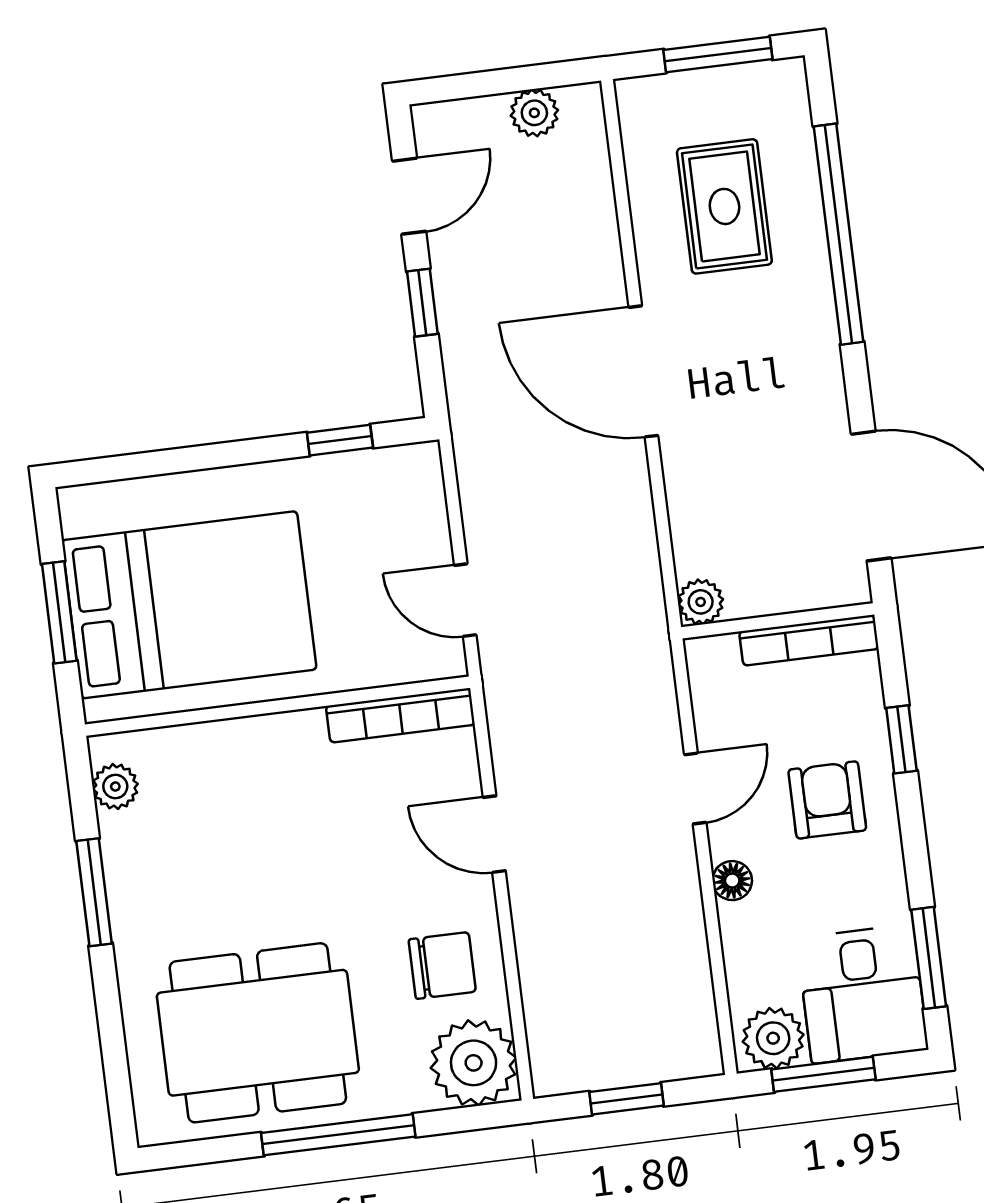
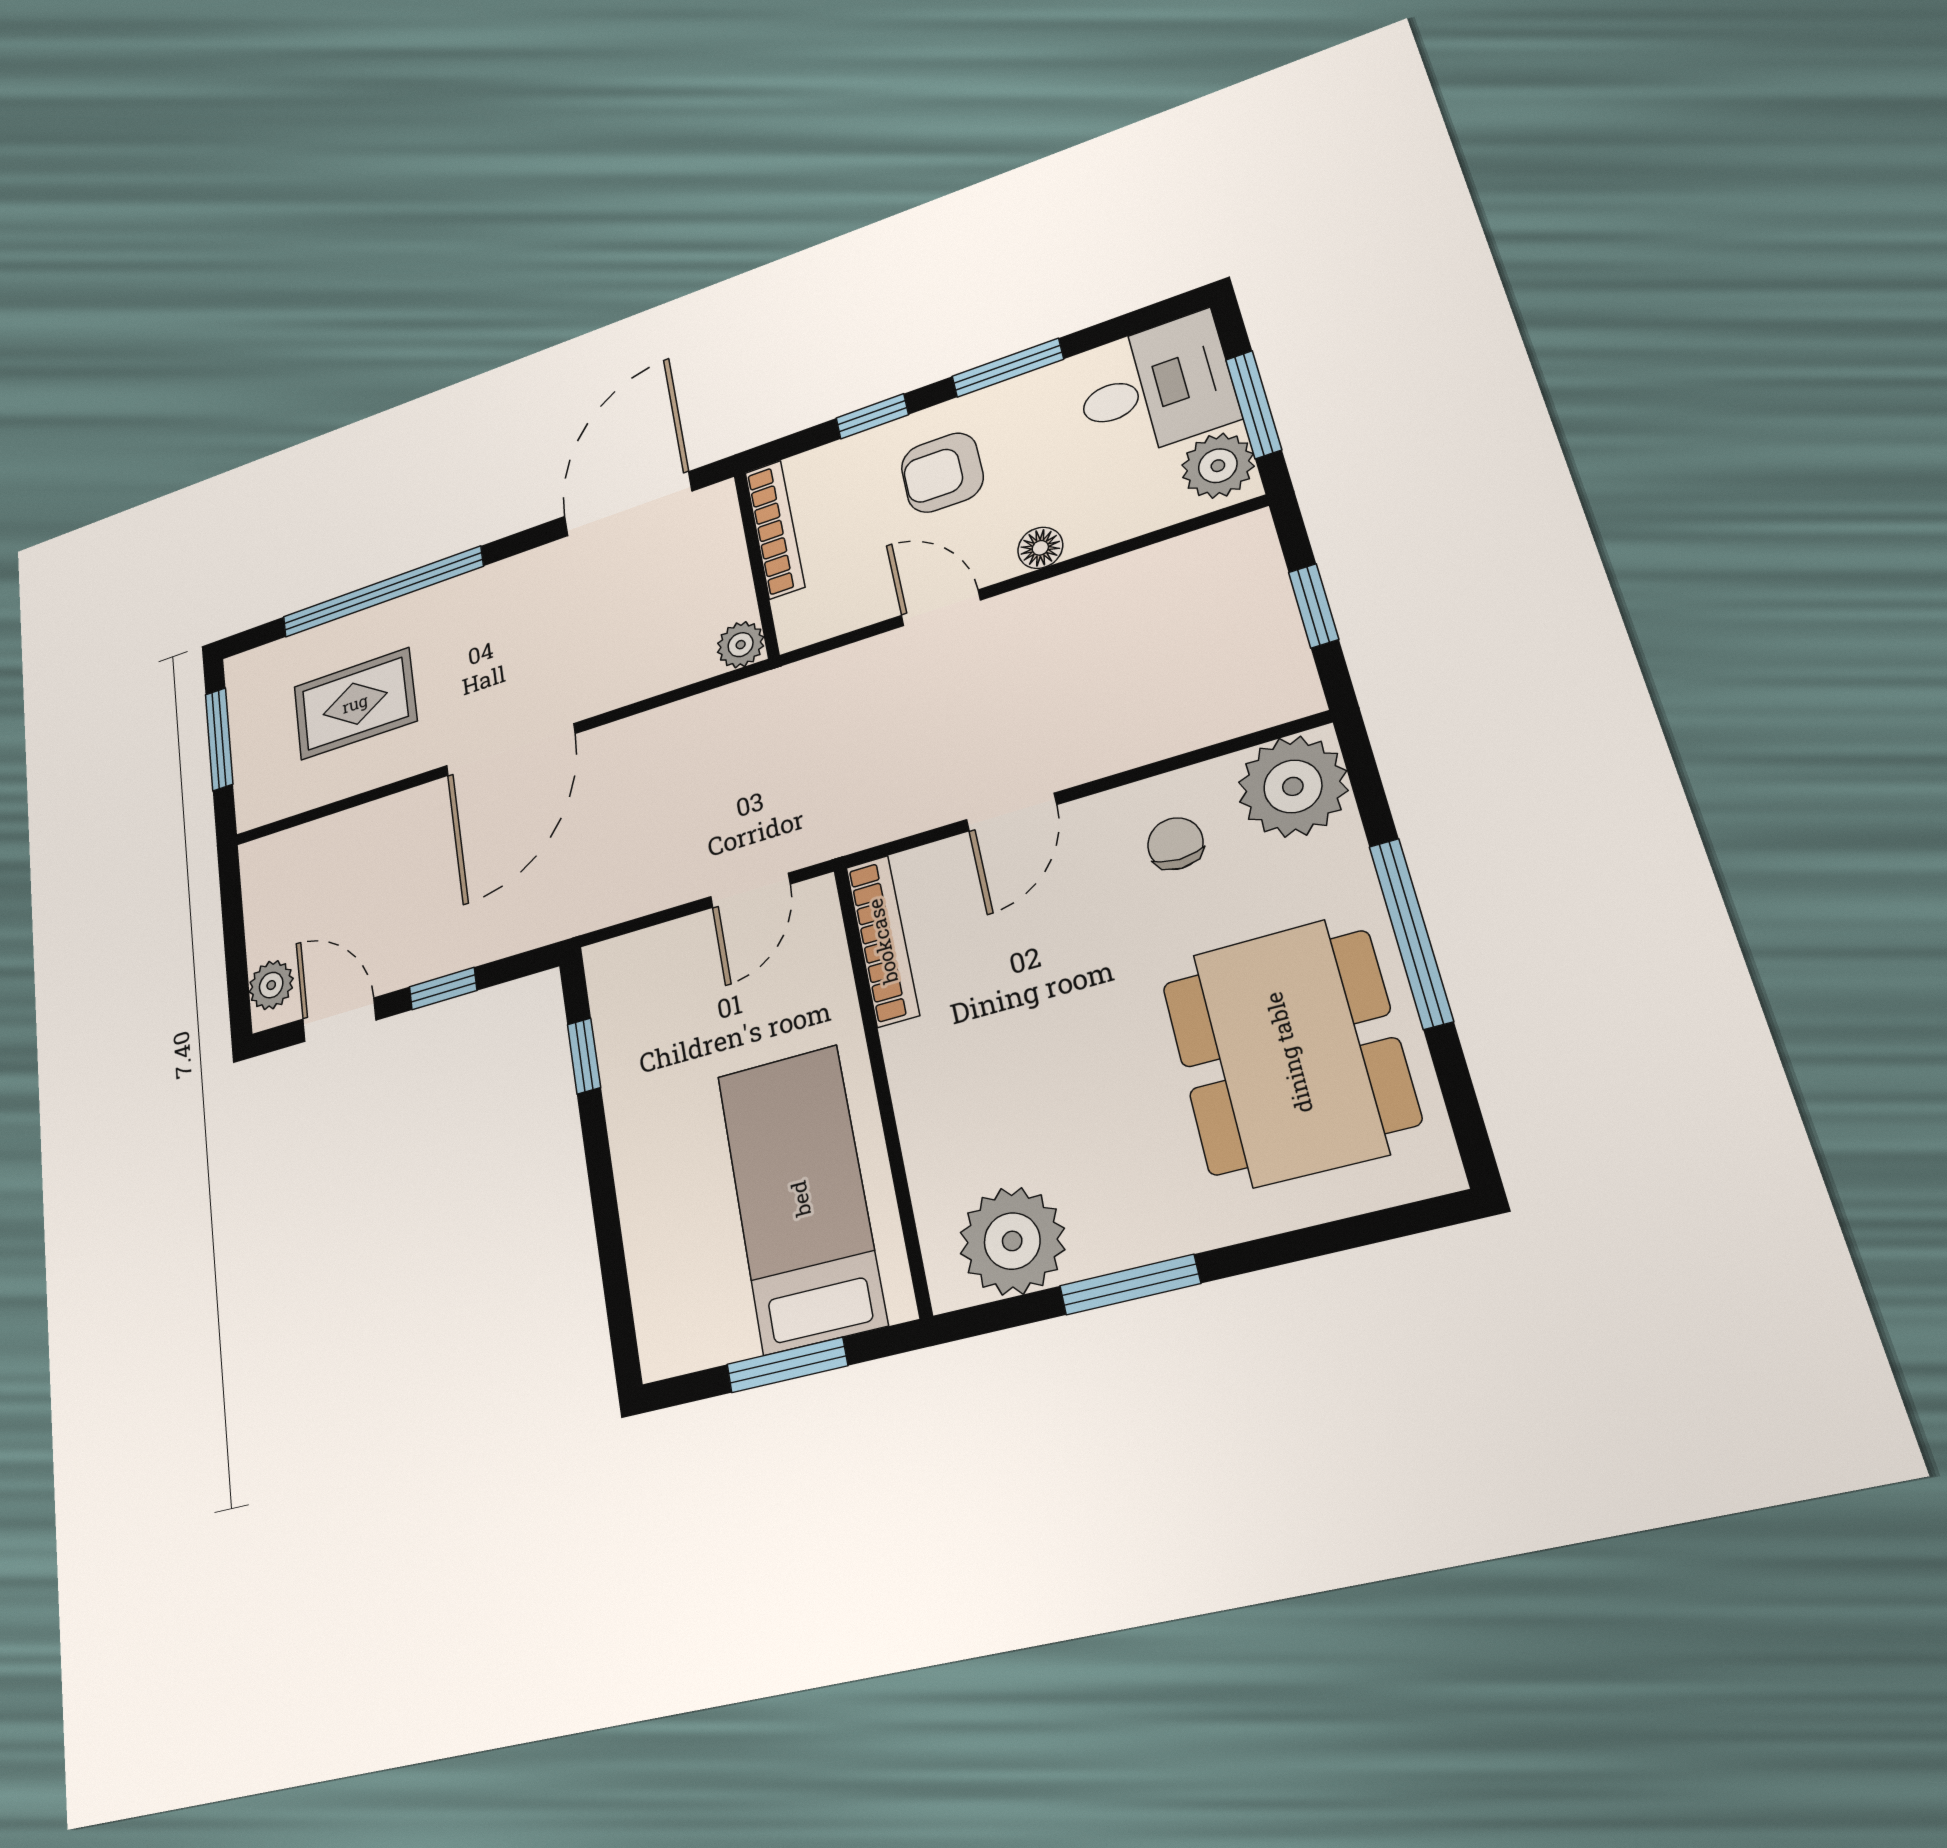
plant: (534, 113) -> (271, 985), moved
bed: (189, 605) -> (801, 1198), width x0.67
plant: (115, 787) -> (1012, 1241), width x1.88, depth x1.88
window: (929, 958) -> (1008, 368), moved
chair: (442, 966) -> (1175, 844), width x0.73, depth x0.73

